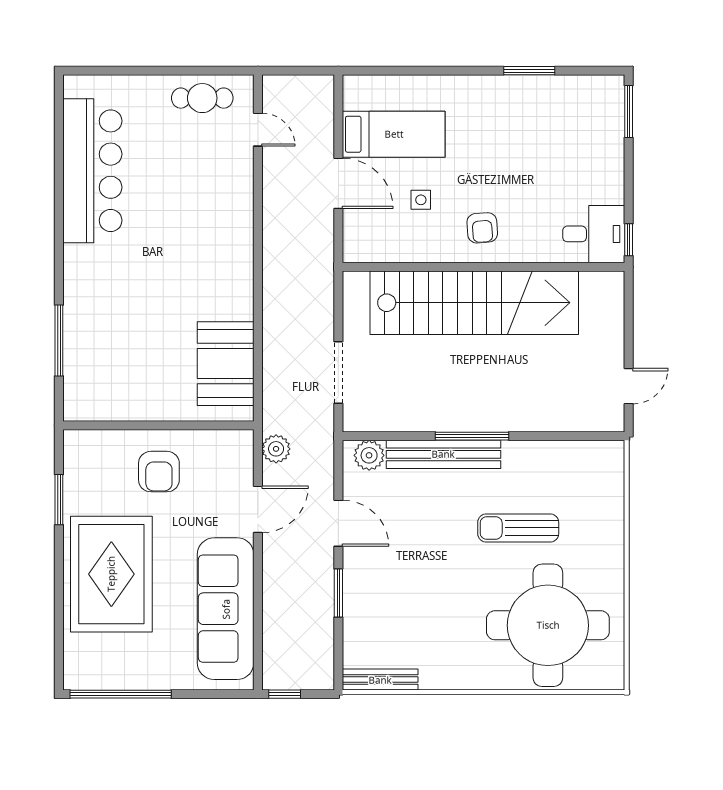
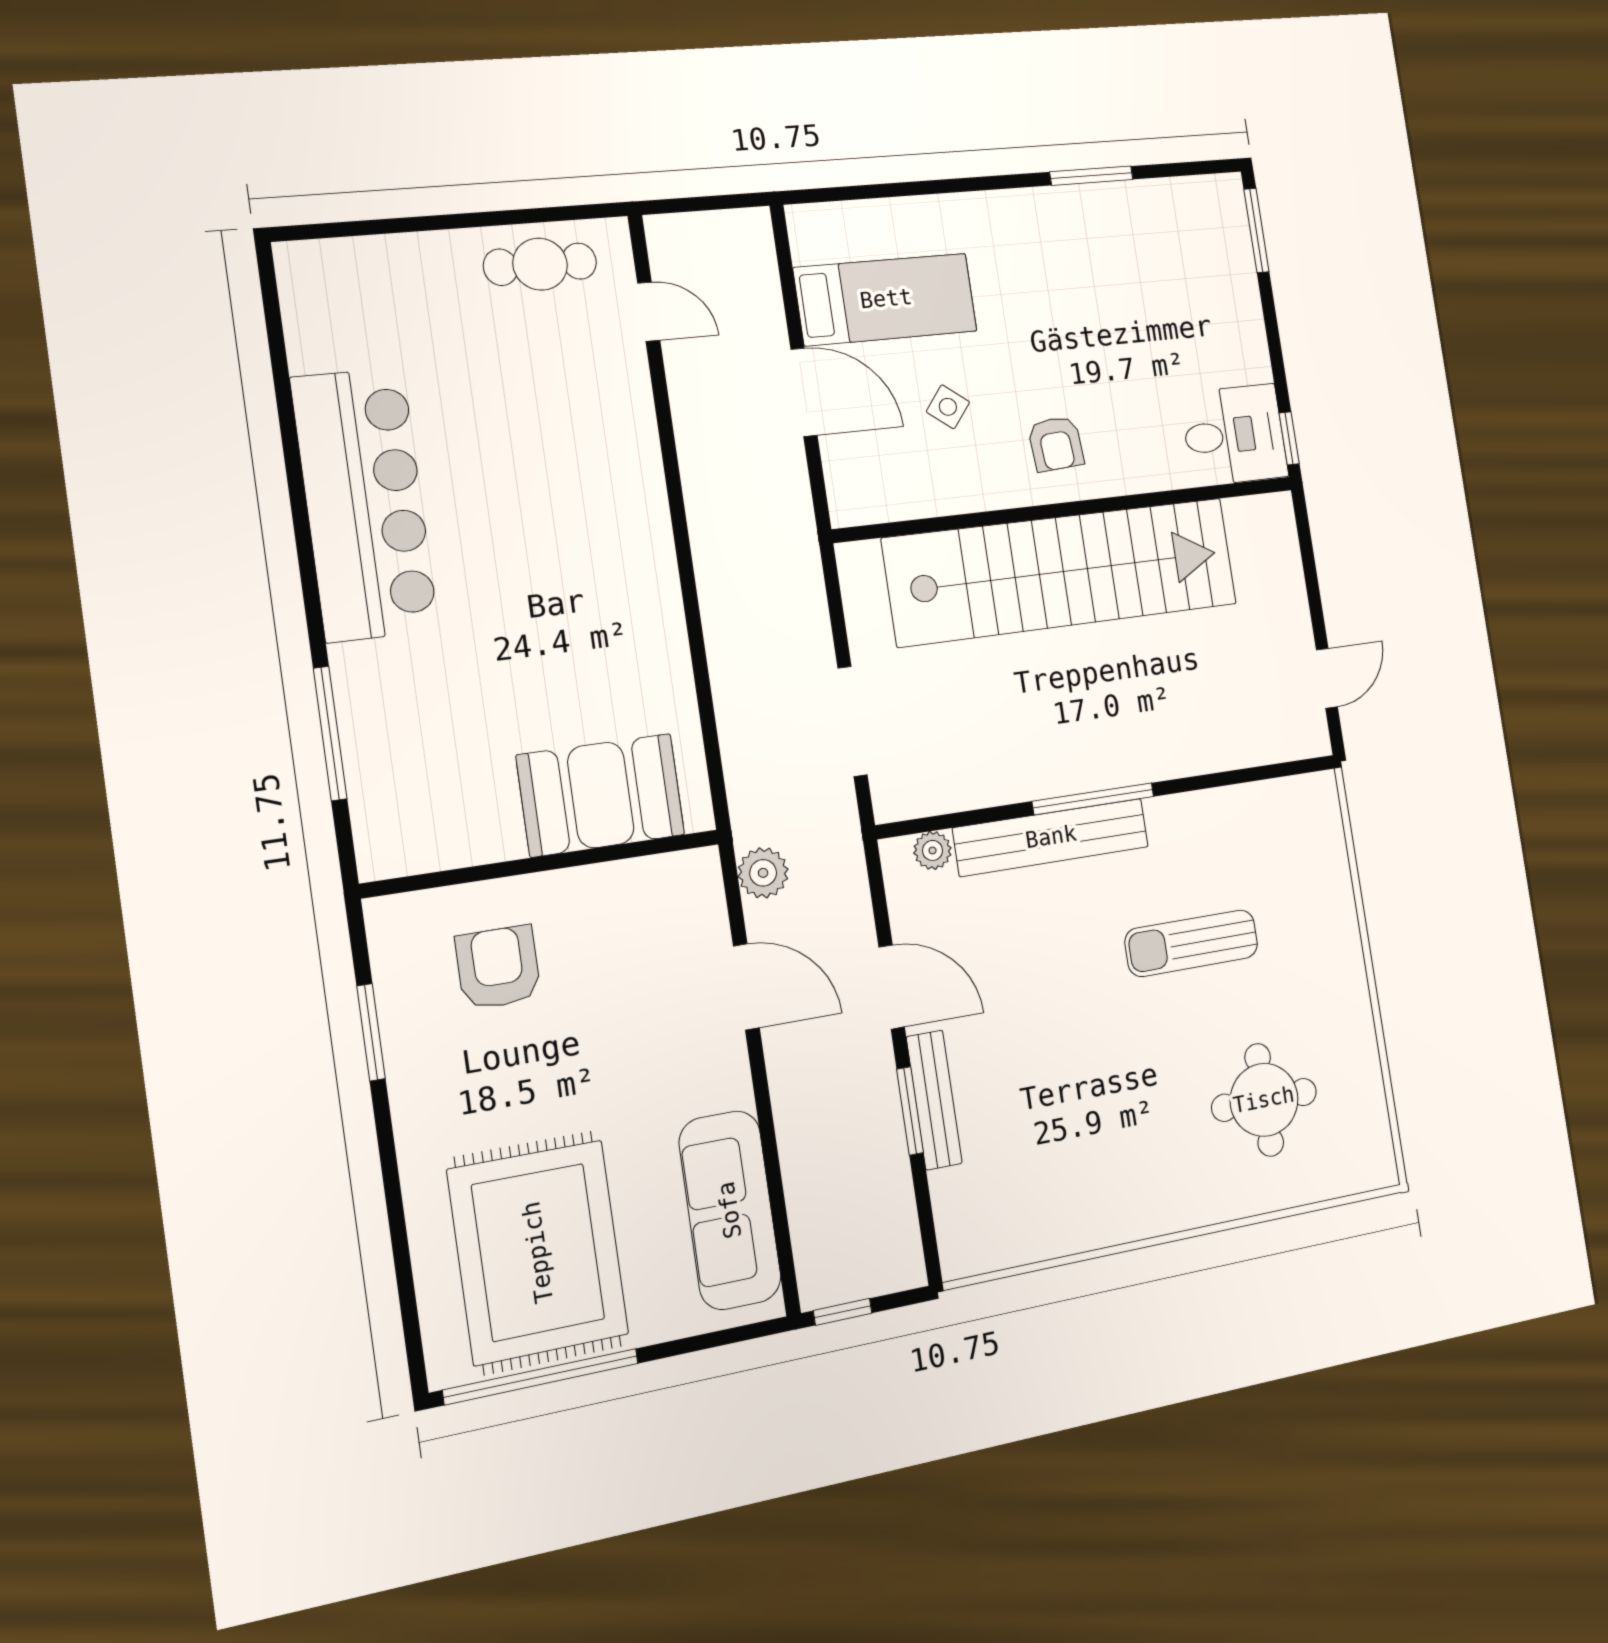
bar counter: (92, 171) -> (365, 504), moved
side table: (421, 200) -> (948, 407), turned 38
booth: (226, 364) -> (601, 795), moved, turned 90
plant: (369, 455) -> (933, 850), width x0.73, depth x0.73
armchair: (159, 472) -> (498, 967), moved, turned 180
door: (258, 509) -> (746, 987), hinge flipped
rug: (111, 574) -> (538, 1252), moved
sofa: (226, 609) -> (730, 1210), width x0.74, depth x0.79
round table: (548, 625) -> (1264, 1100), width x0.54, depth x0.54
bench: (380, 680) -> (934, 1100), moved, turned 90

